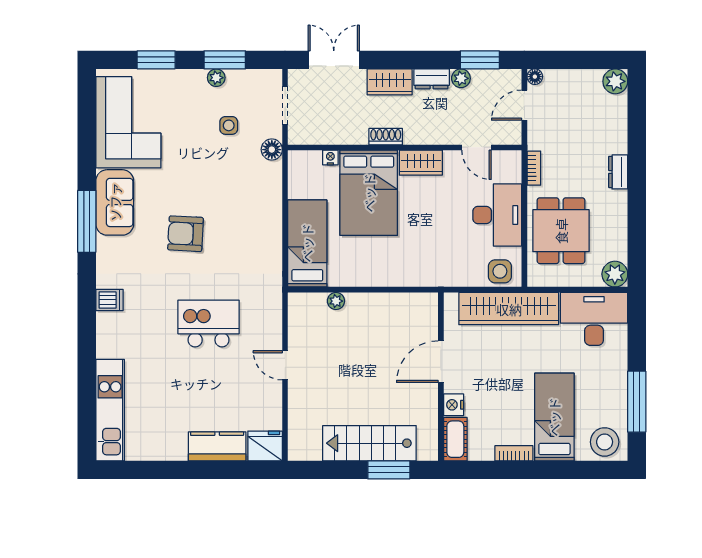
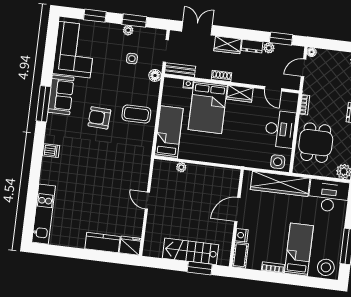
bench: (314, 135) -> (180, 70), added
coffee table: (248, 219) -> (136, 114), added
kitchen island: (209, 324) -> (106, 171), removed

